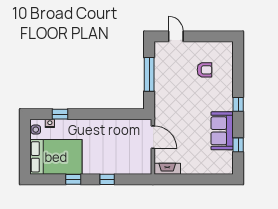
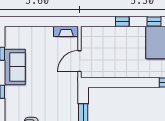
door: (153, 137) -> (80, 61), hinge flipped

